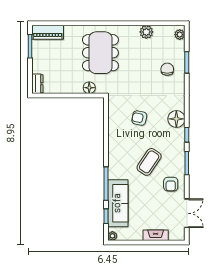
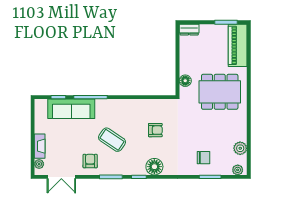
piano: (48, 32) -> (238, 45), width x1.37, depth x1.33
plant: (146, 32) -> (240, 148), moved
armchair: (139, 118) -> (155, 130), turned 78
armchair: (171, 184) -> (90, 161), turned 90
plant: (112, 236) -> (39, 164), moved

